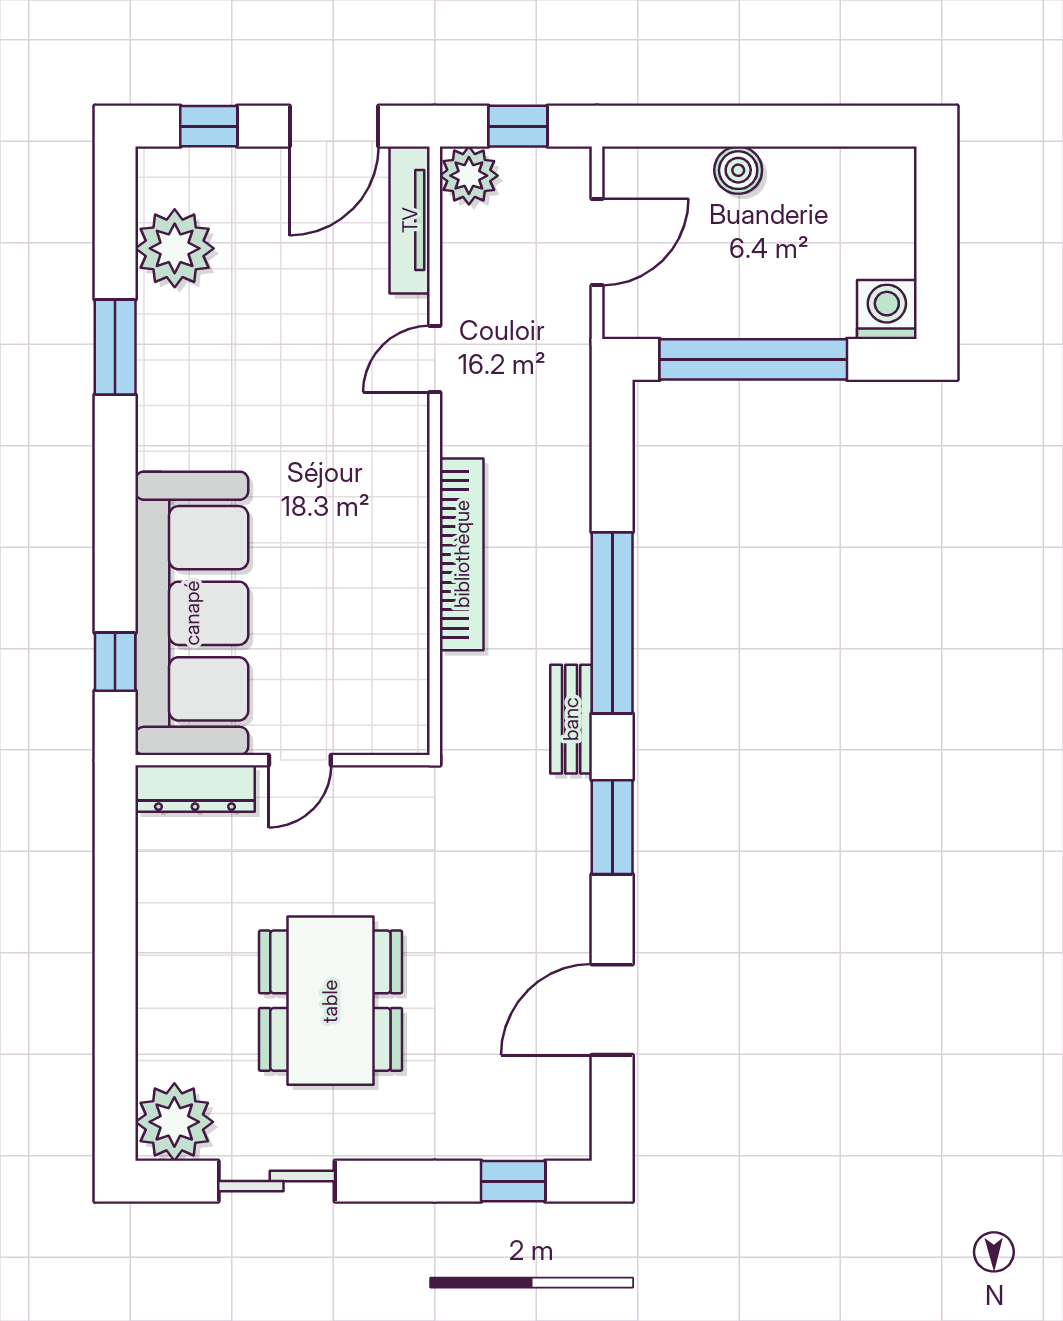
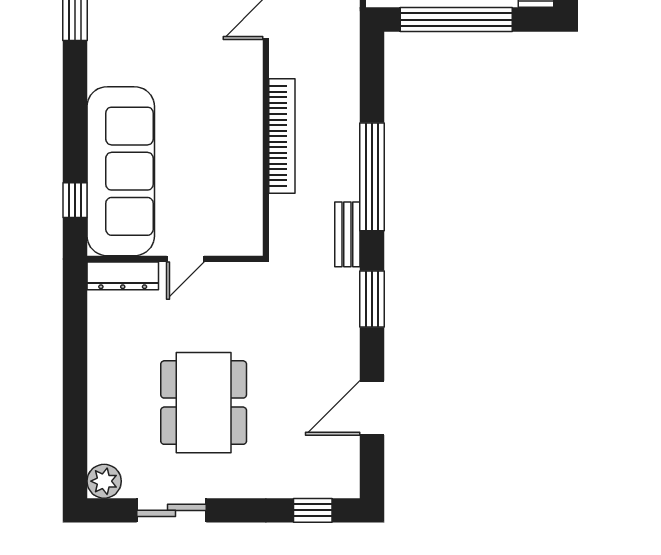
plant: (174, 1122) -> (104, 481), width x0.73, depth x0.73

